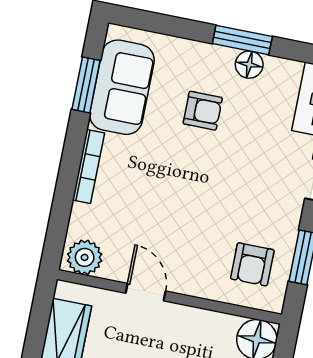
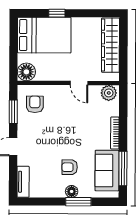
window: (242, 40) -> (78, 202), moved
floor lamp: (249, 65) -> (72, 191), moved
window: (86, 85) -> (123, 168), width x1.44

